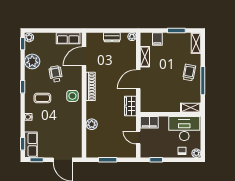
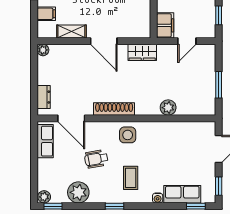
dresser: (112, 37) -> (44, 97), moved
row of seats: (31, 145) -> (182, 194), moved

